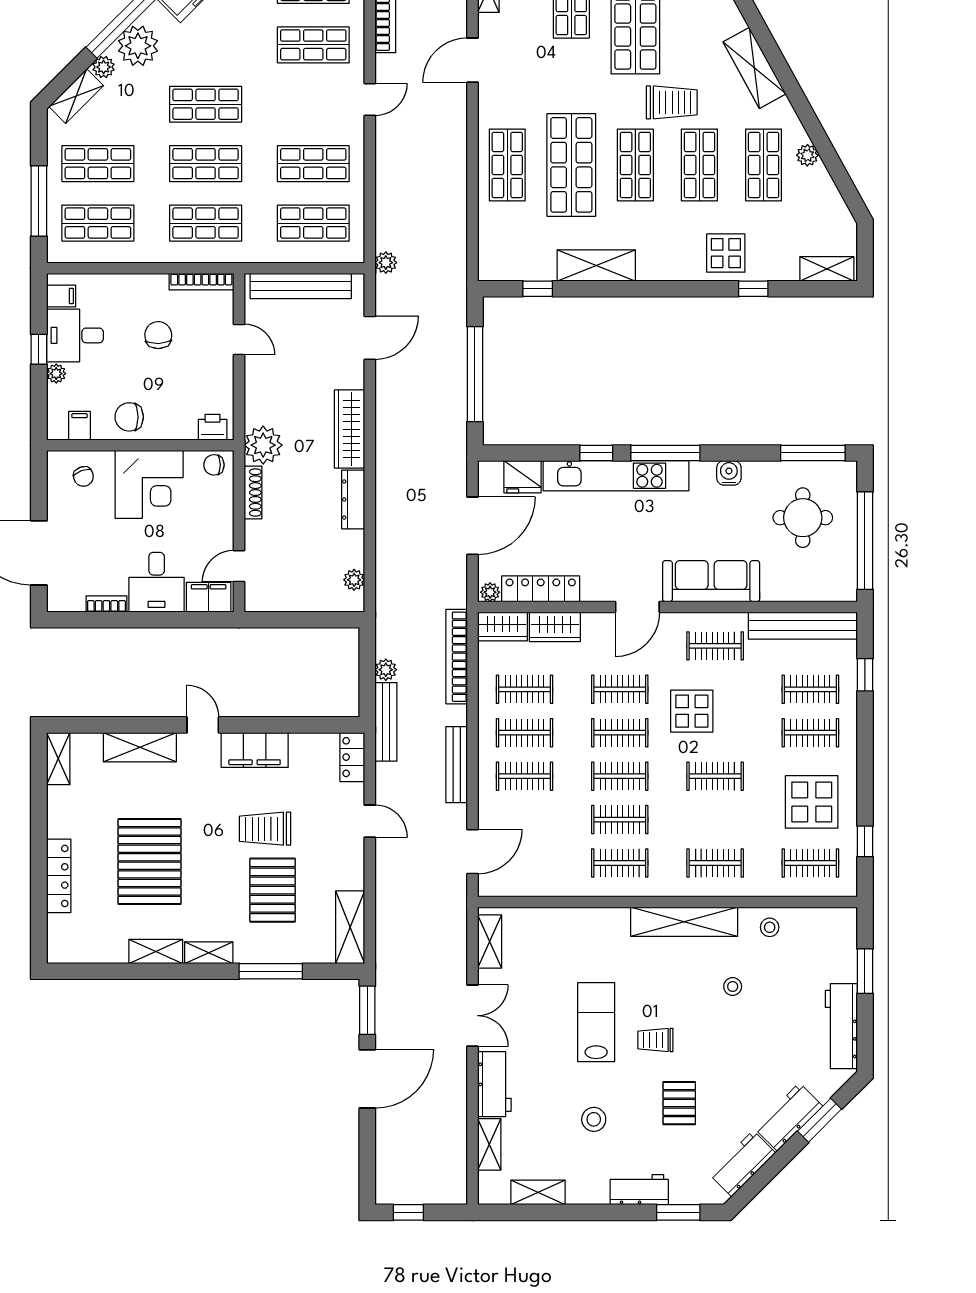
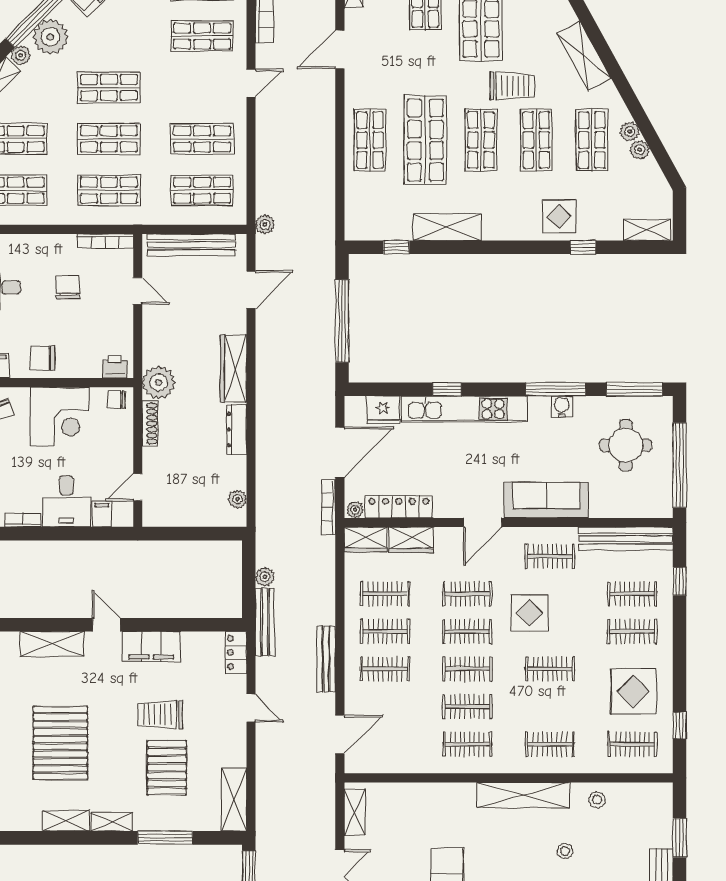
plant: (819, 176) -> (640, 150), added
window: (665, 453) -> (556, 389), moved
filing cabinet: (209, 597) -> (102, 514), width x0.50
bookcase: (457, 657) -> (328, 507), moved, width x0.68, depth x0.76

